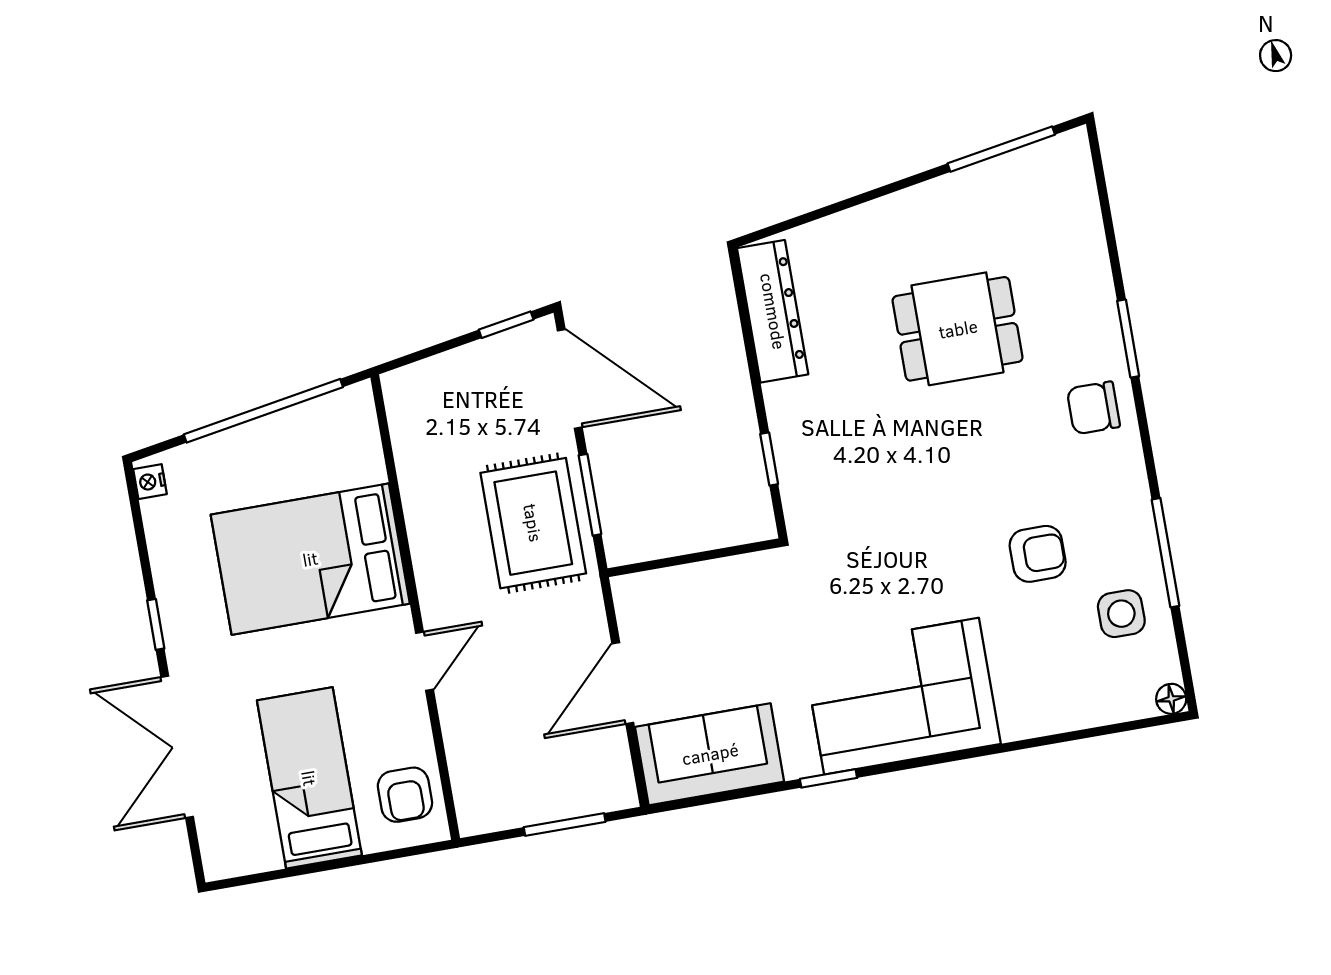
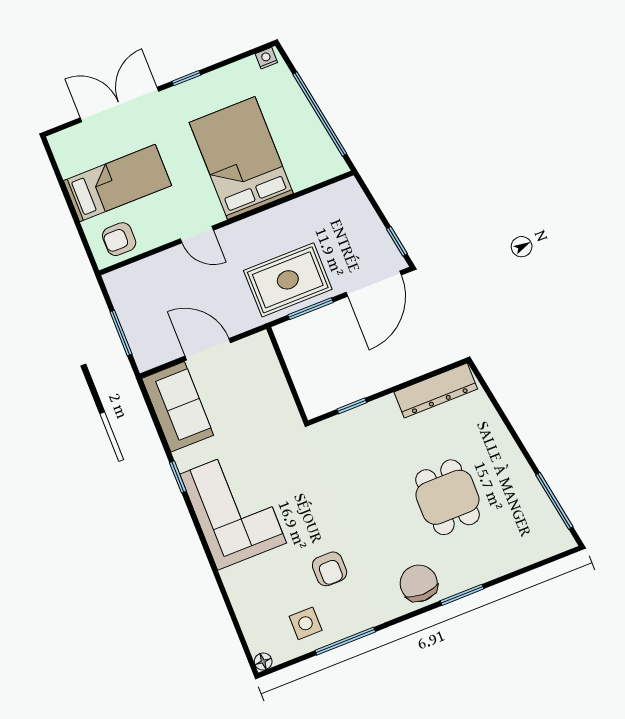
chair: (1093, 408) -> (419, 583), width x1.37, depth x1.37

